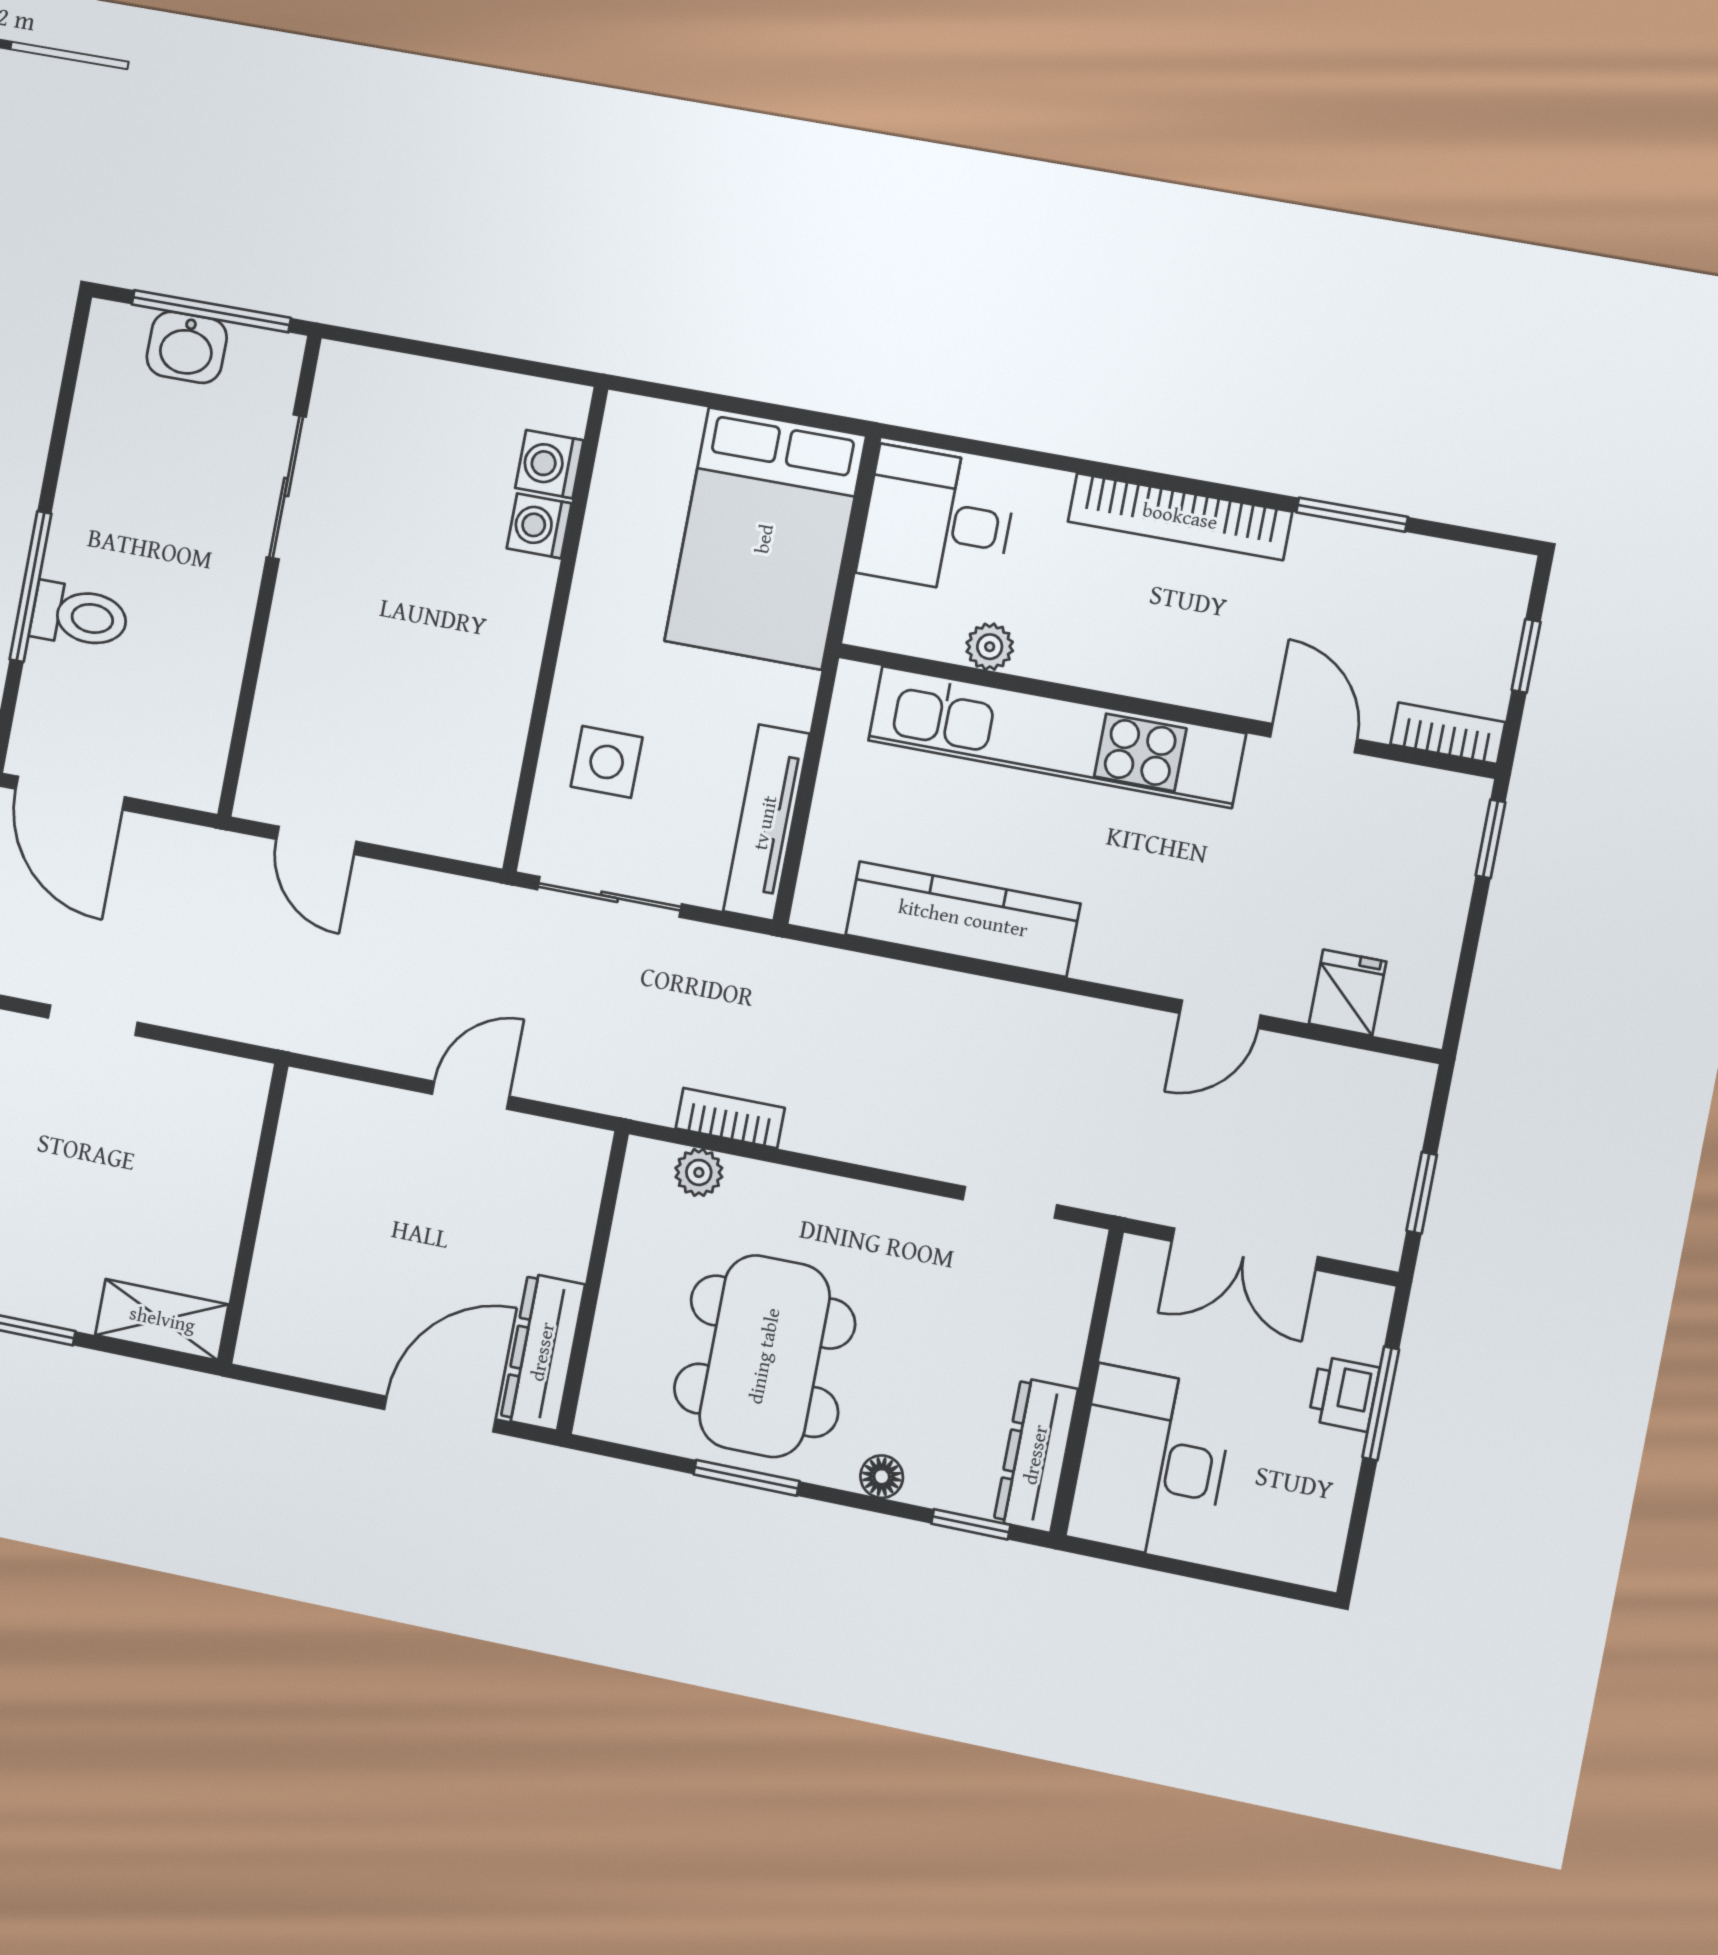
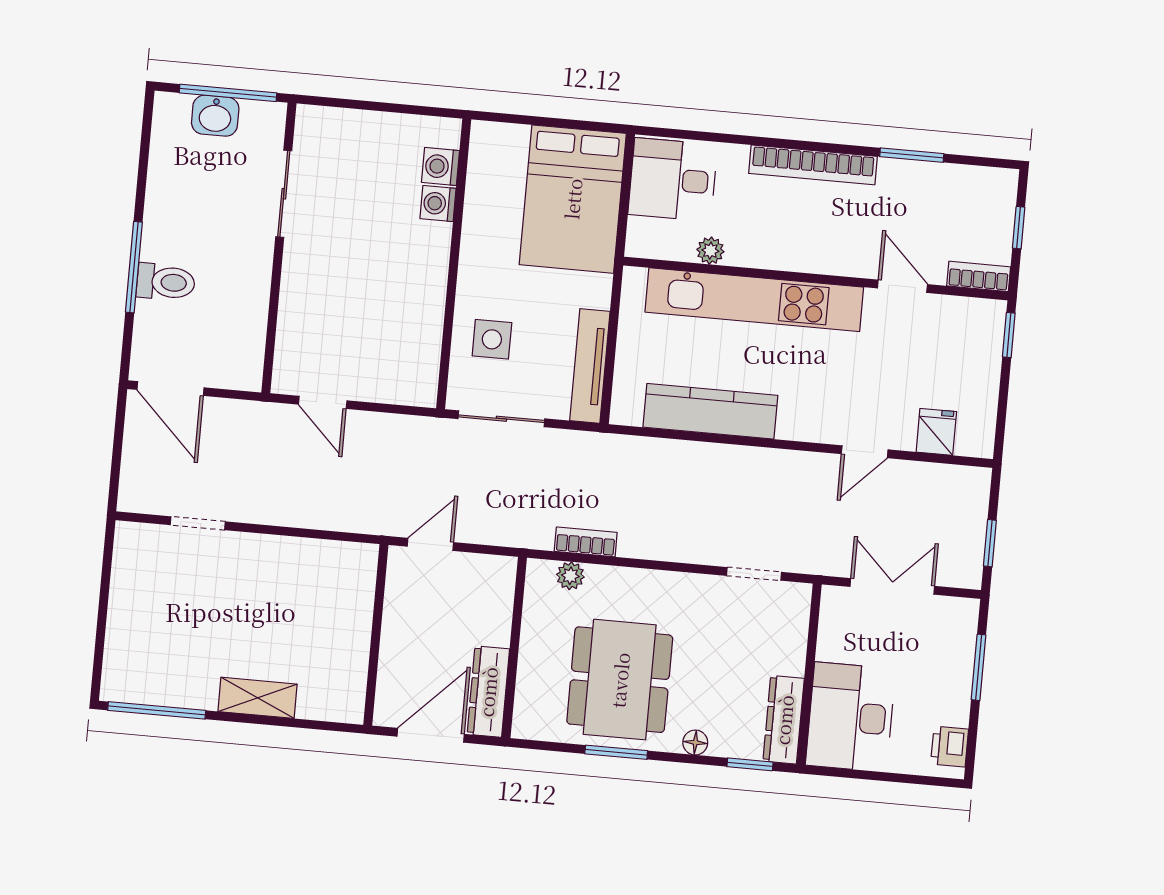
wall: (253, 1214) -> (376, 635), moved
double door: (1245, 1249) -> (892, 586), swing flipped
printer: (1344, 1394) -> (950, 747), moved

